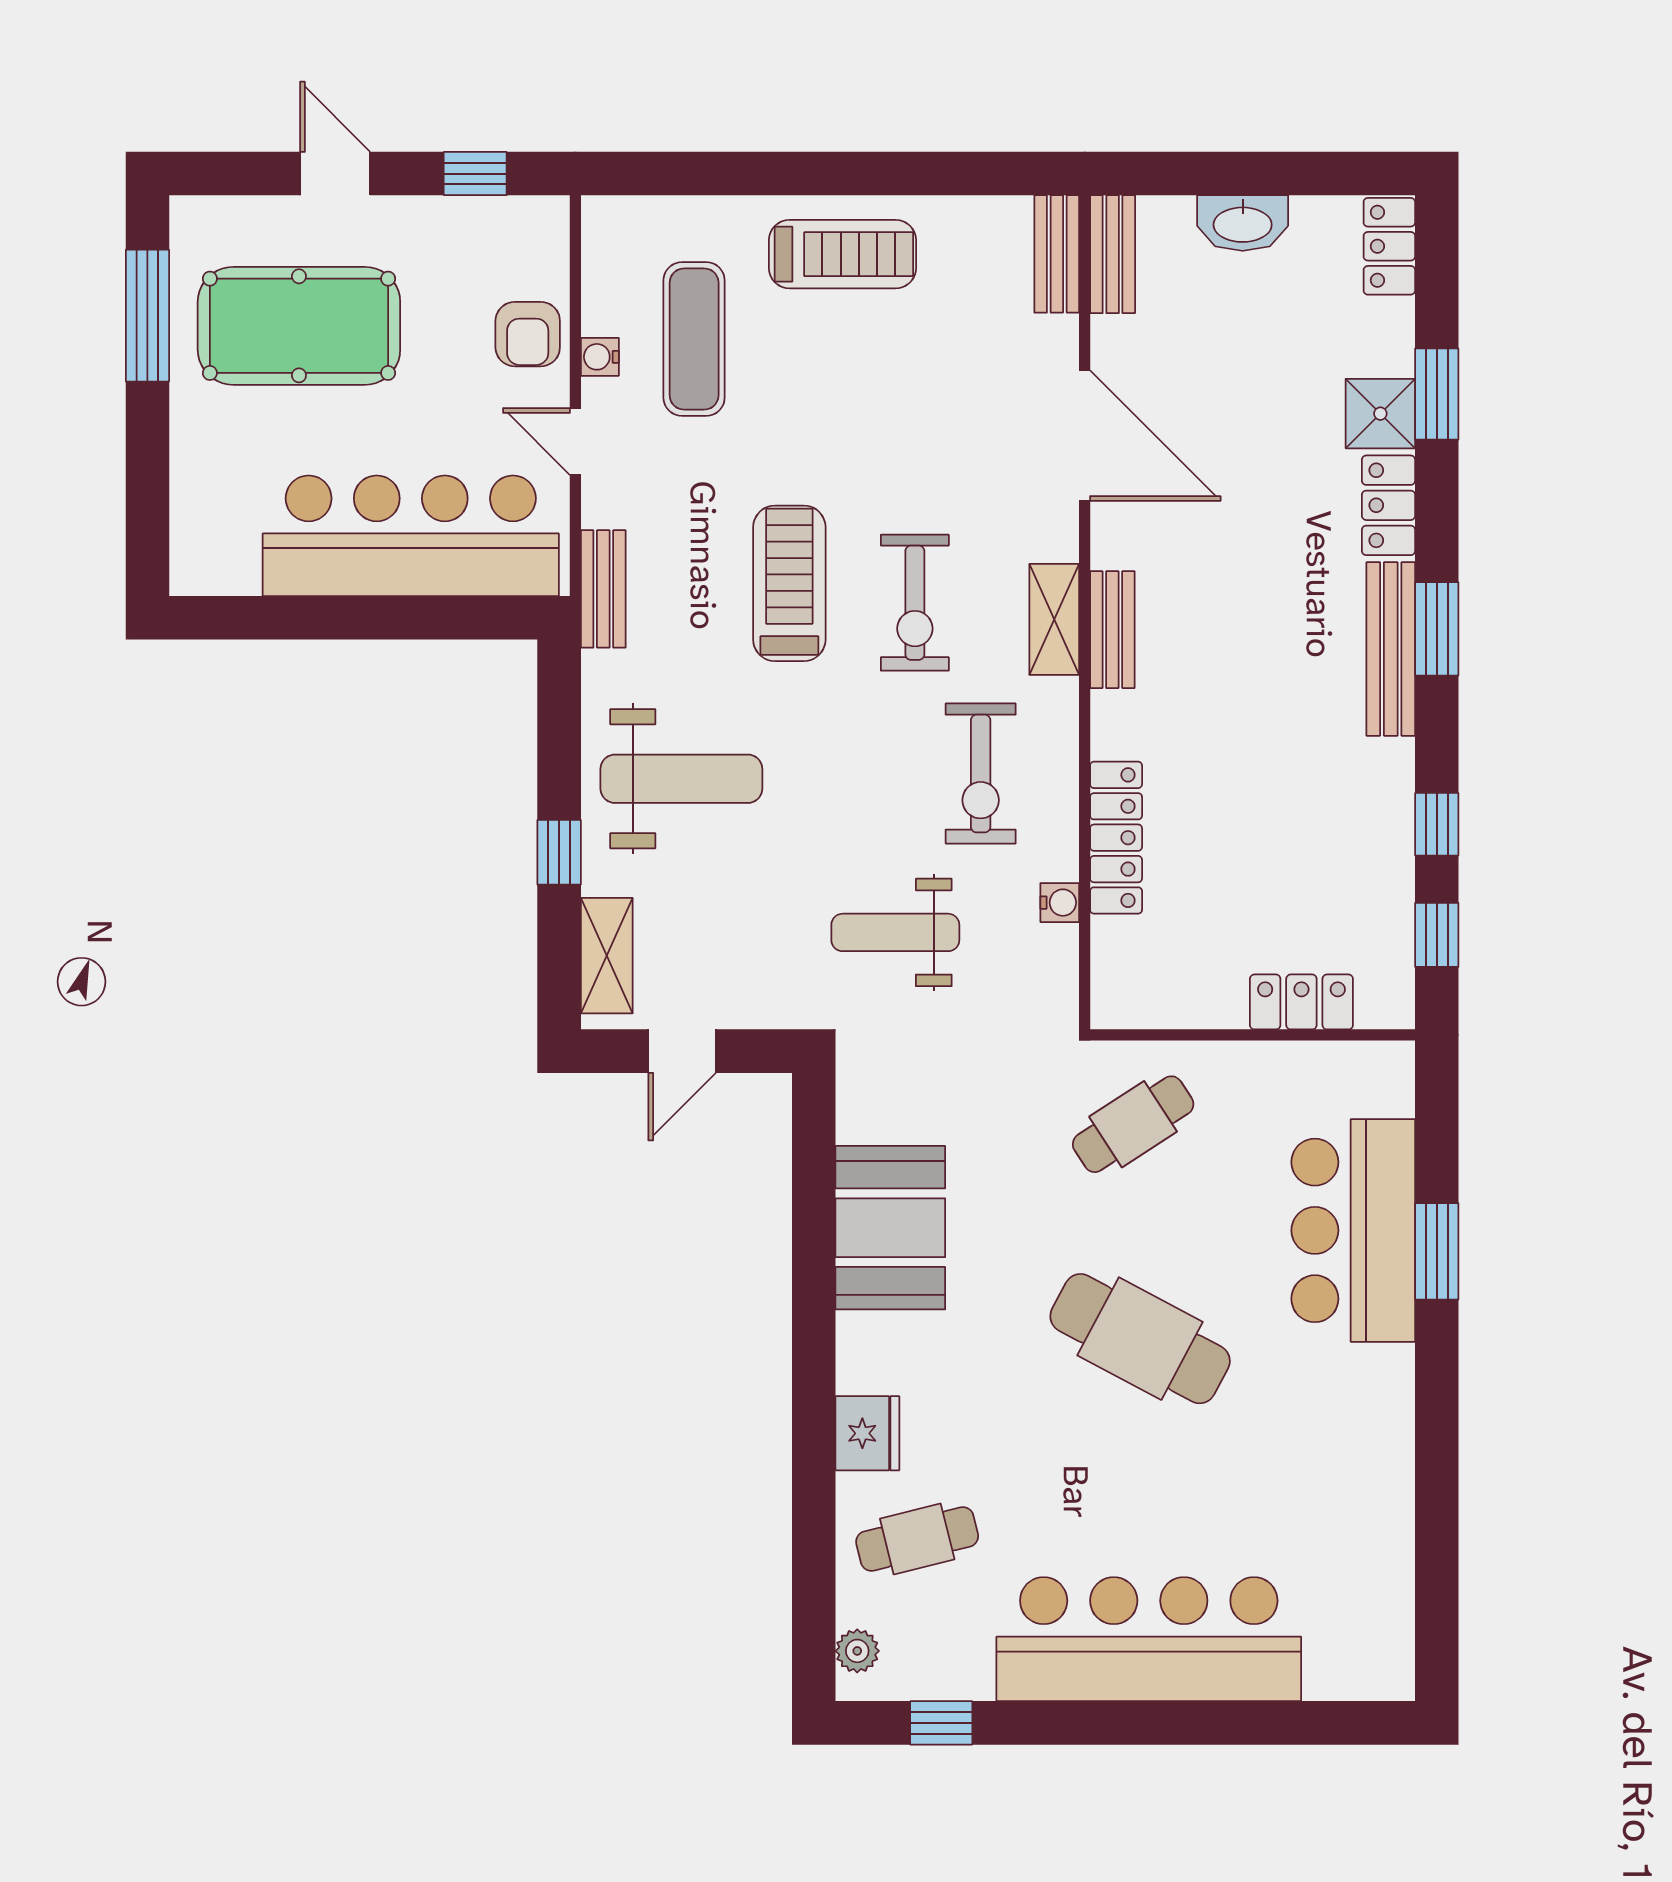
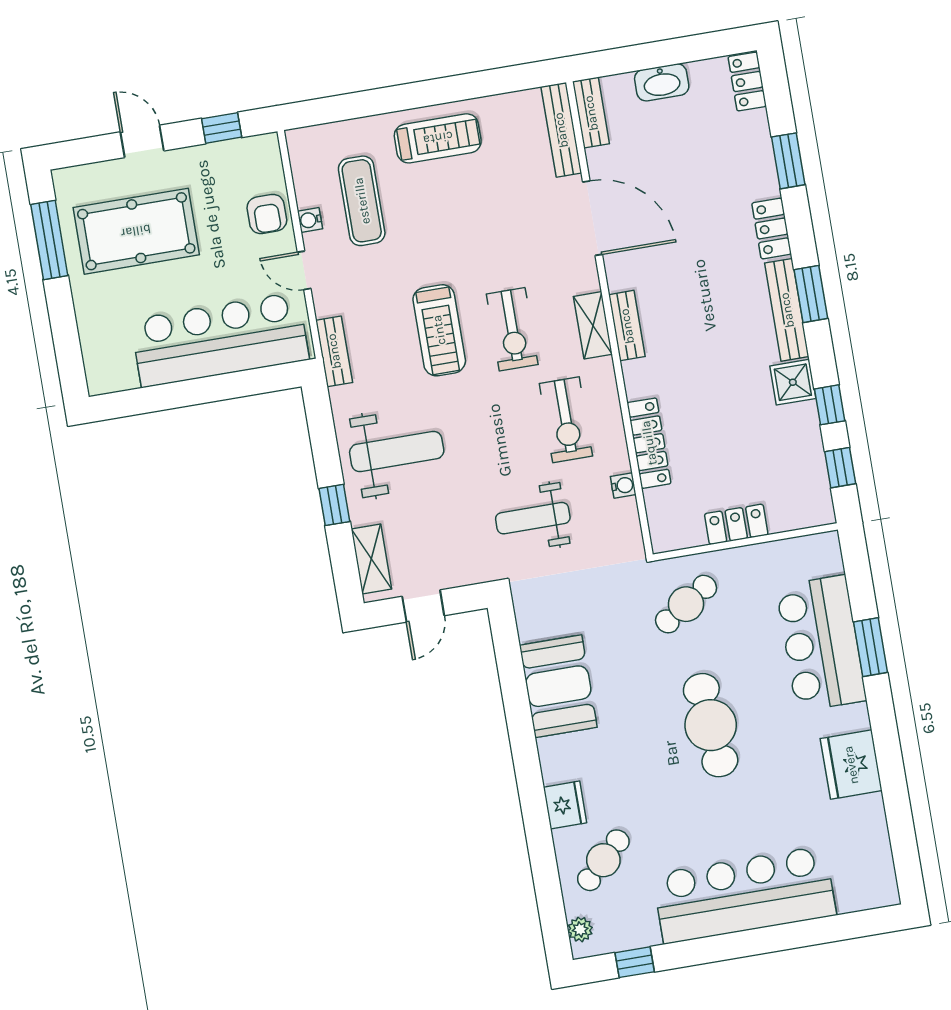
bench: (1057, 254) -> (561, 130), width x1.36
shower: (1380, 414) -> (793, 382), moved
treadmill: (789, 583) -> (439, 330), turned 180
locker: (1301, 1002) -> (736, 524), moved
cafe table: (1140, 1339) -> (711, 725), turned 57
fridge: (1370, 1447) -> (851, 765), added
cafe table: (917, 1539) -> (603, 860), turned -30

